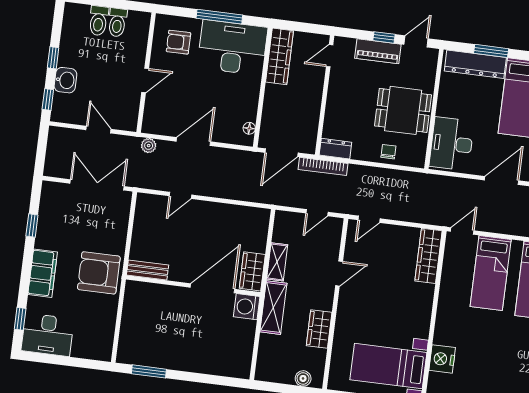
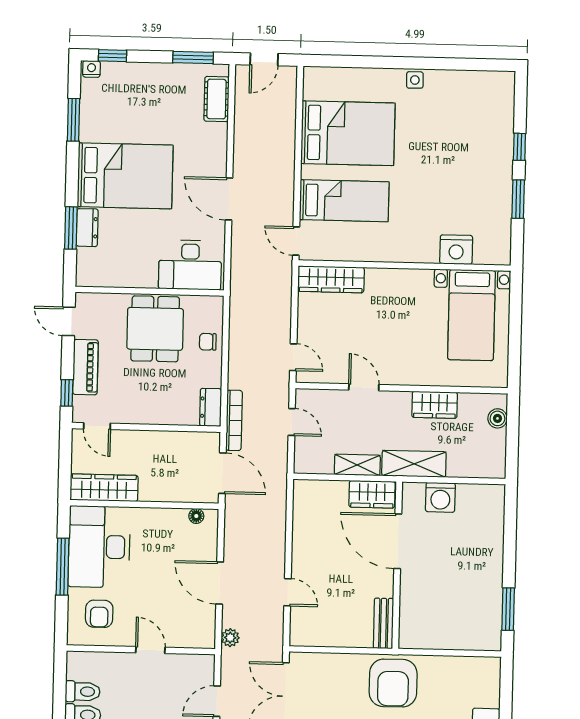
window: (384, 37) -> (67, 393), moved
dresser: (475, 64) -> (87, 228), width x0.51, depth x0.80
washing machine: (247, 307) -> (440, 497), moved

